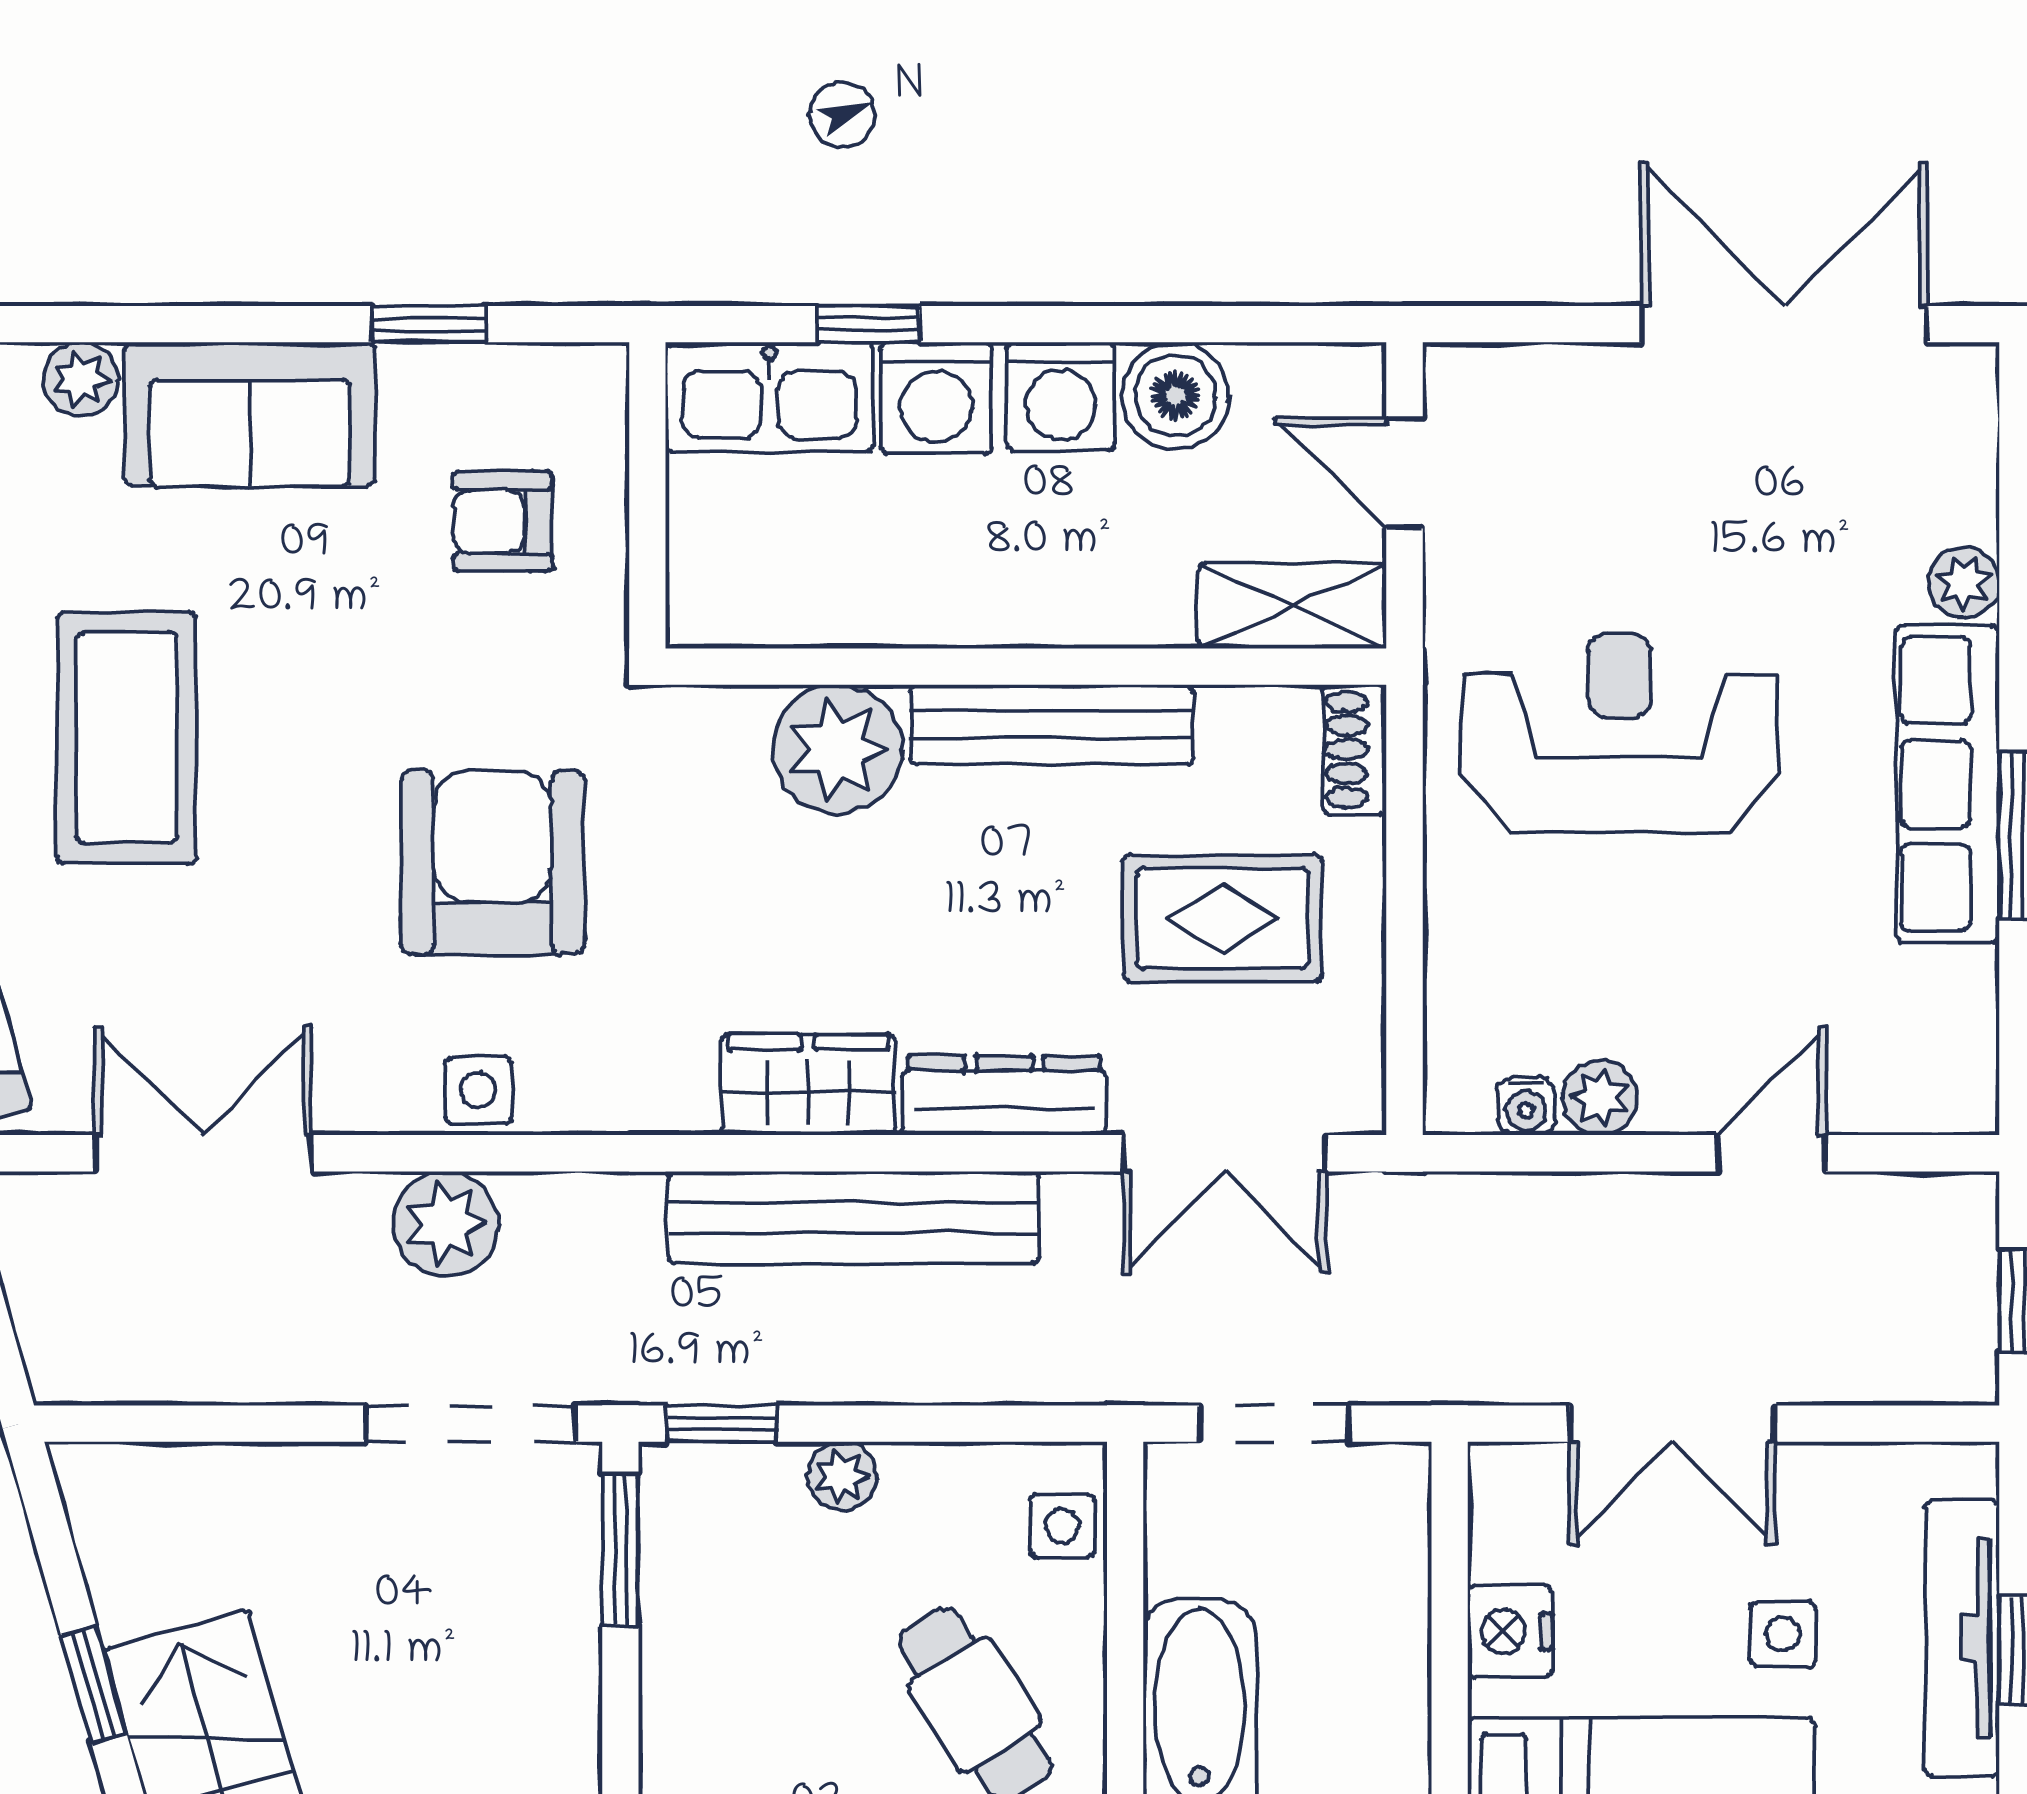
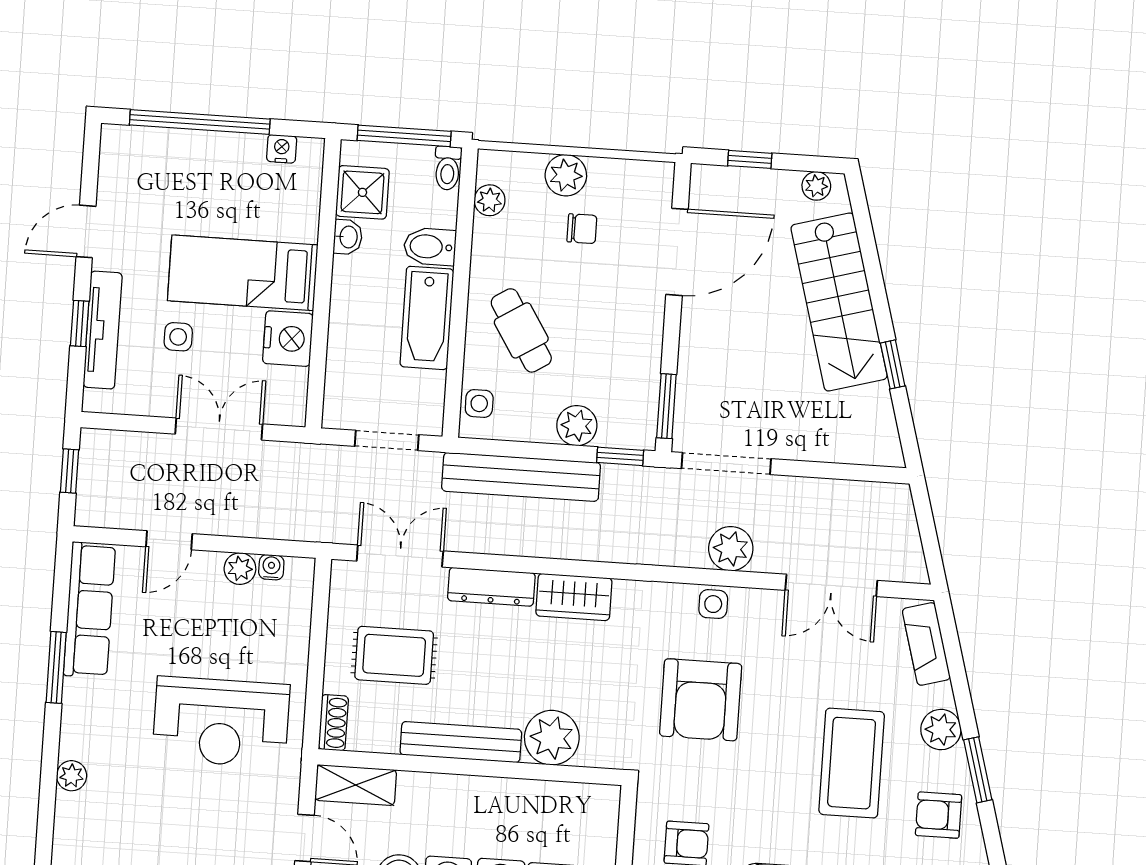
row of seats: (1948, 784) -> (90, 610), moved
bench: (854, 1217) -> (521, 477), moved
plant: (842, 1476) -> (577, 426), width x1.38, depth x1.38
nightstand: (1510, 1631) -> (288, 339), width x1.36, depth x1.33

